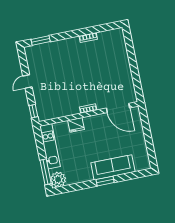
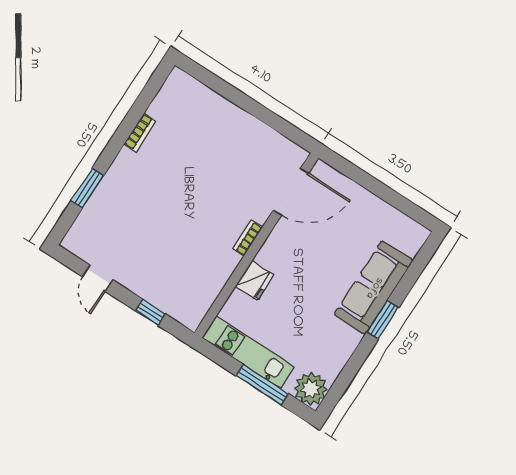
window: (41, 40) -> (87, 188), moved
door: (27, 81) -> (98, 278), moved
window: (33, 111) -> (150, 312), moved
window: (46, 172) -> (262, 385), moved

